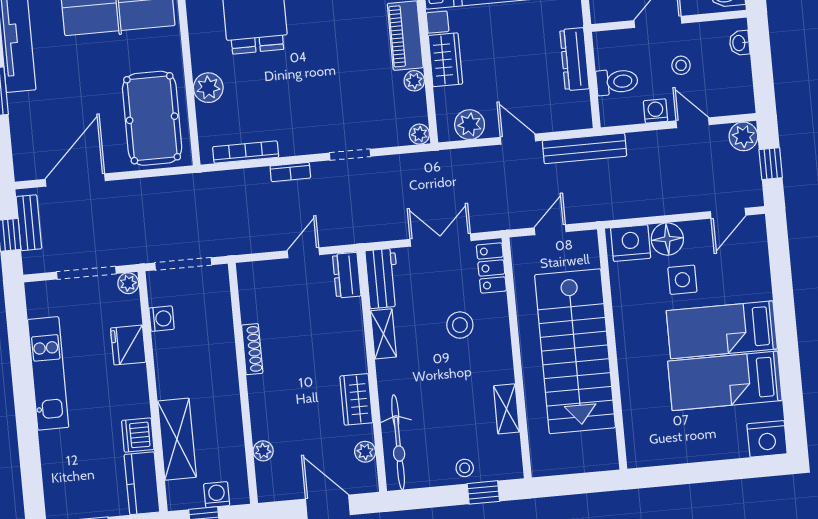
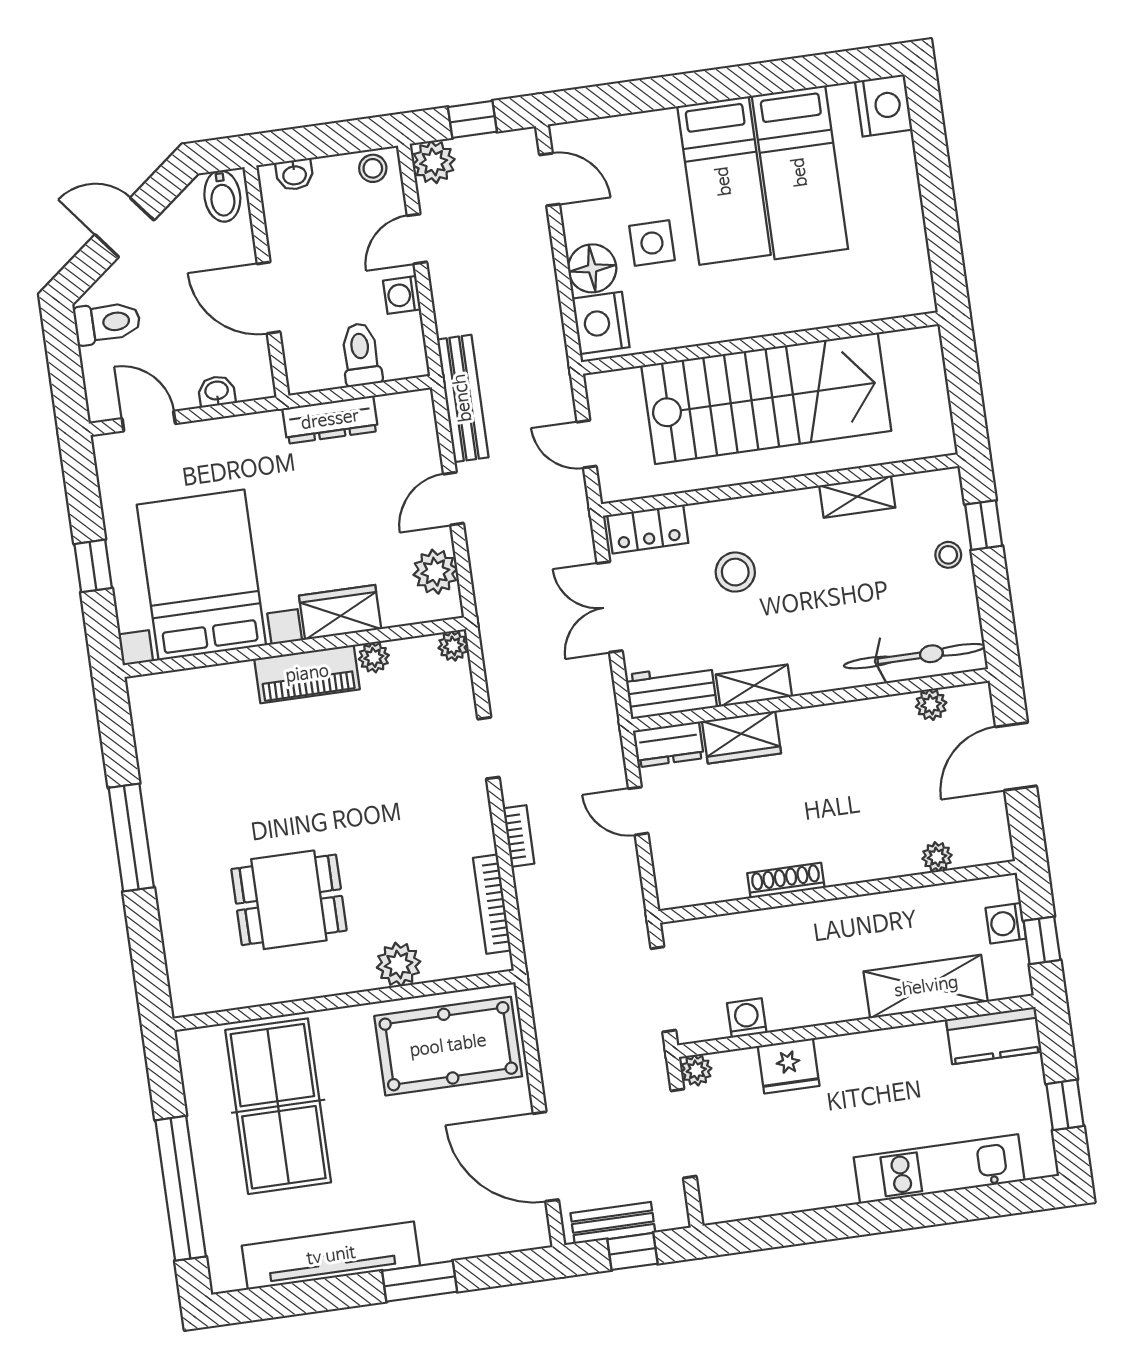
stool: (681, 65) -> (373, 168), moved
kitchen unit: (48, 373) -> (939, 1169), moved
wardrobe: (356, 399) -> (741, 737), moved
dishwasher: (138, 435) -> (922, 1045), removed

